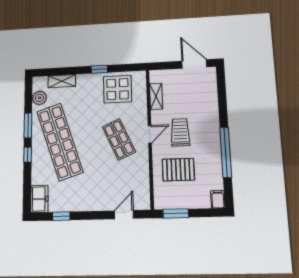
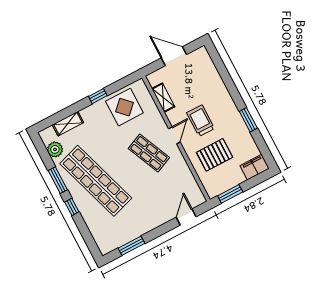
door: (194, 64) -> (174, 56), moved
window: (226, 152) -> (248, 120), width x0.47
freezer: (39, 199) -> (104, 241), removed
filing cabinet: (218, 199) -> (255, 167), width x2.00
window: (61, 216) -> (131, 246), width x1.50

